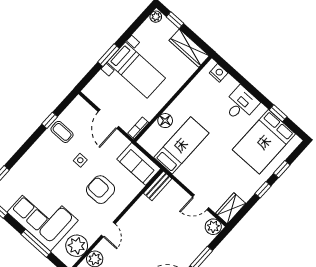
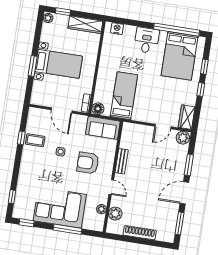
window: (278, 113) -> (177, 30), width x3.17
floor lamp: (165, 121) -> (98, 109), moved
bench: (158, 186) -> (122, 161), moved
plant: (77, 246) -> (102, 209), width x0.53, depth x0.53

